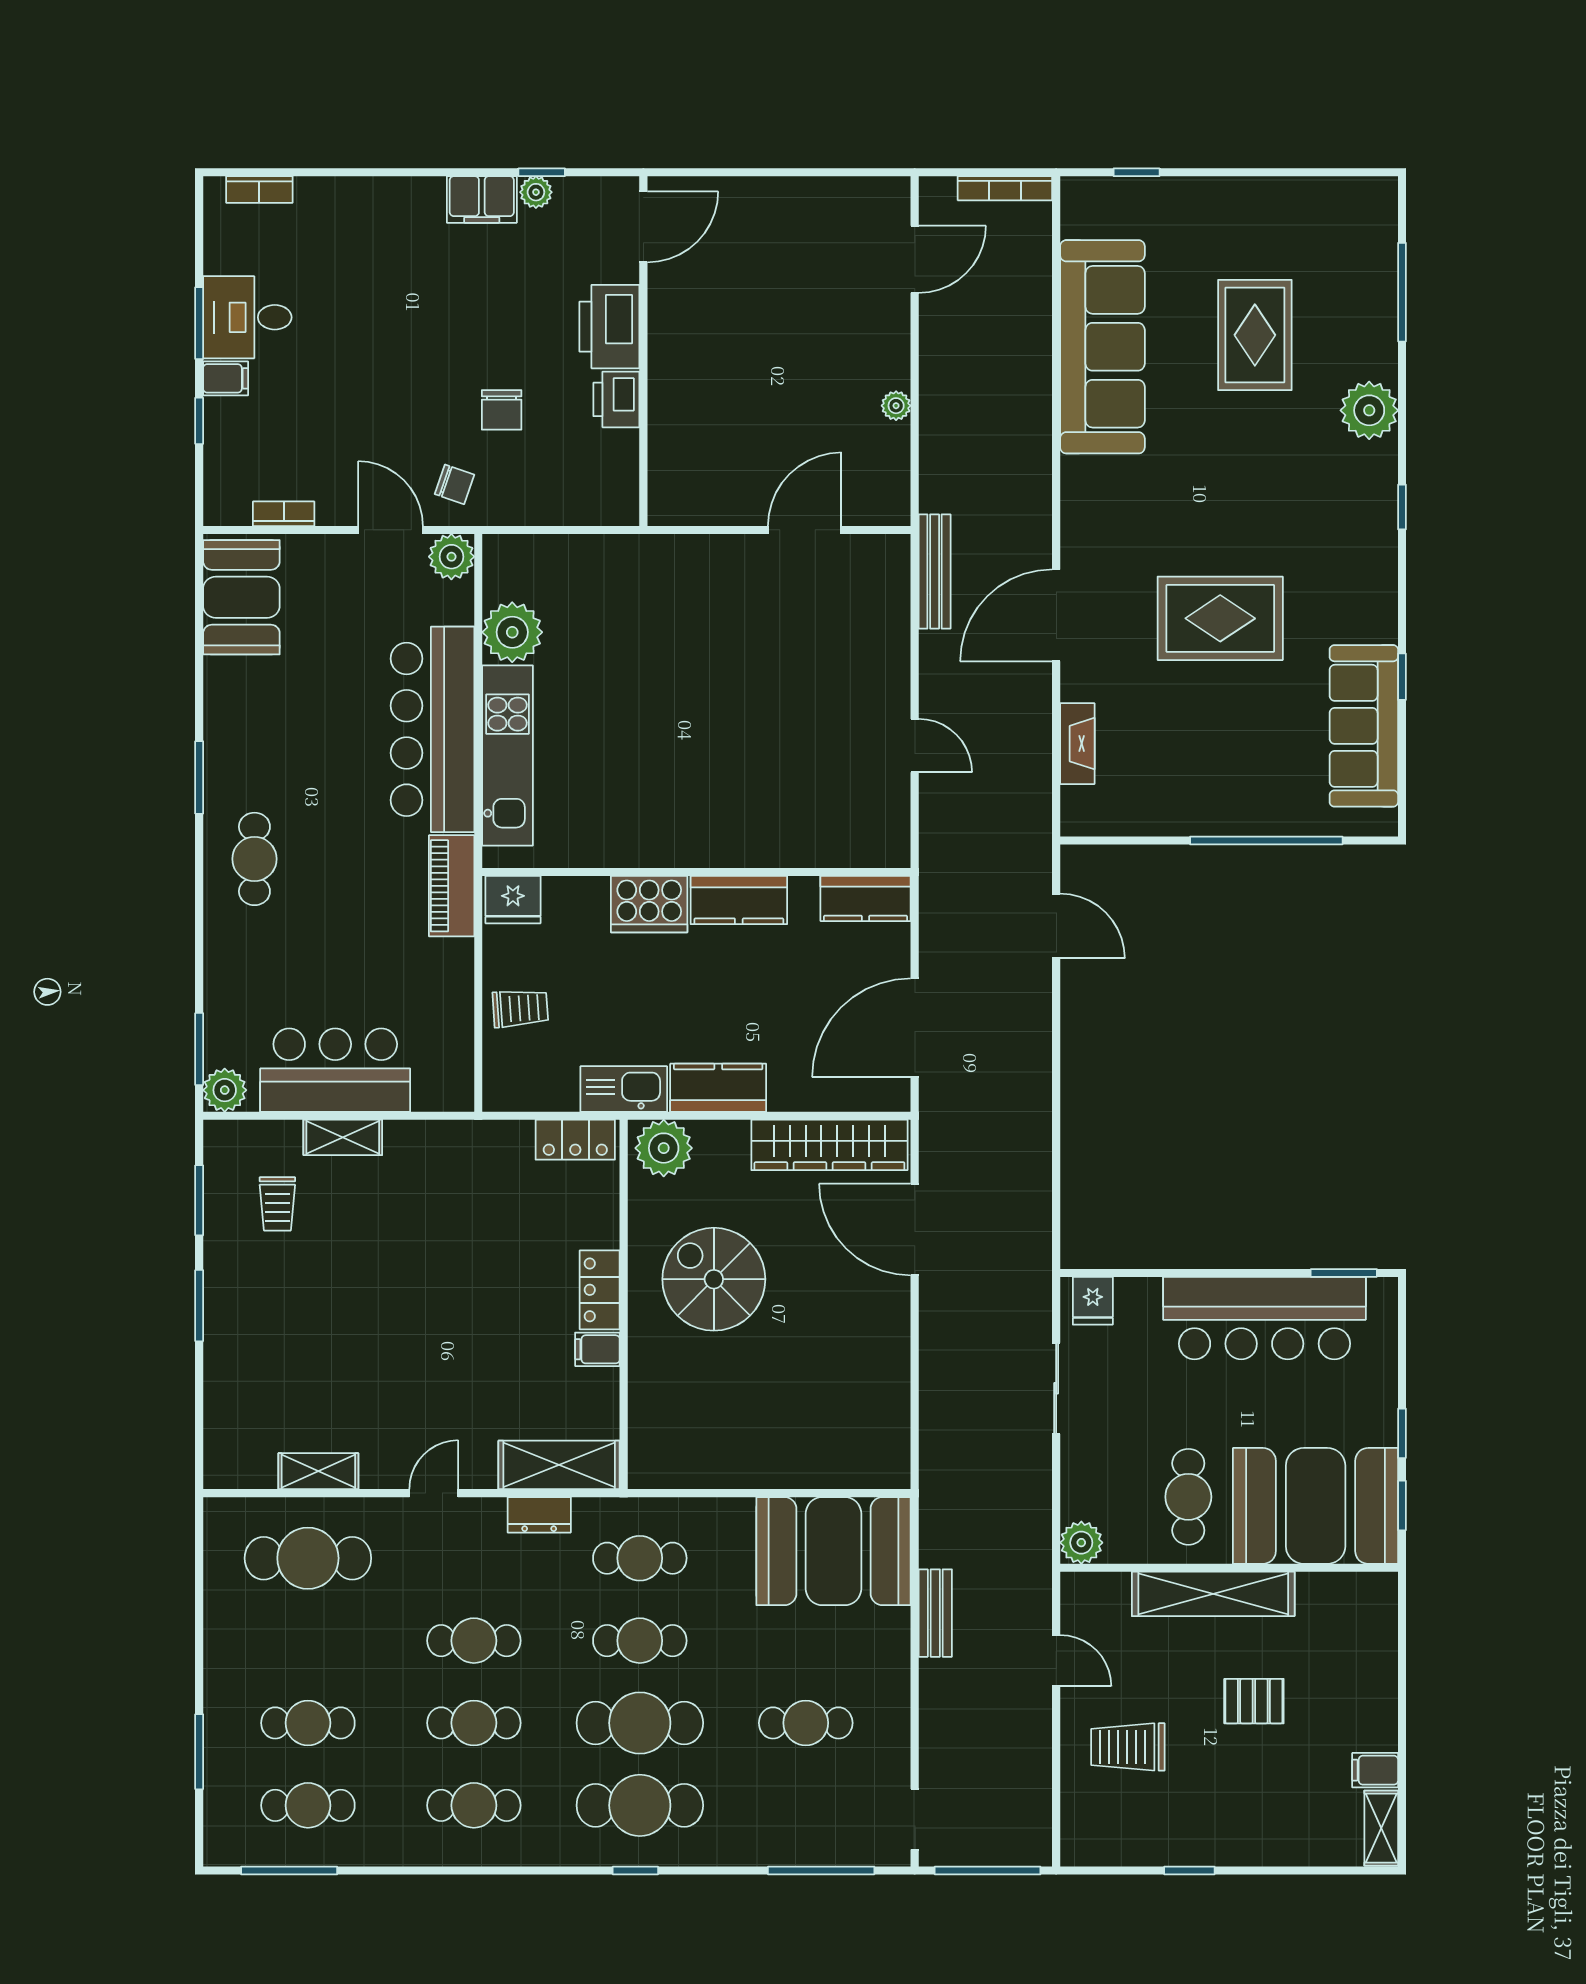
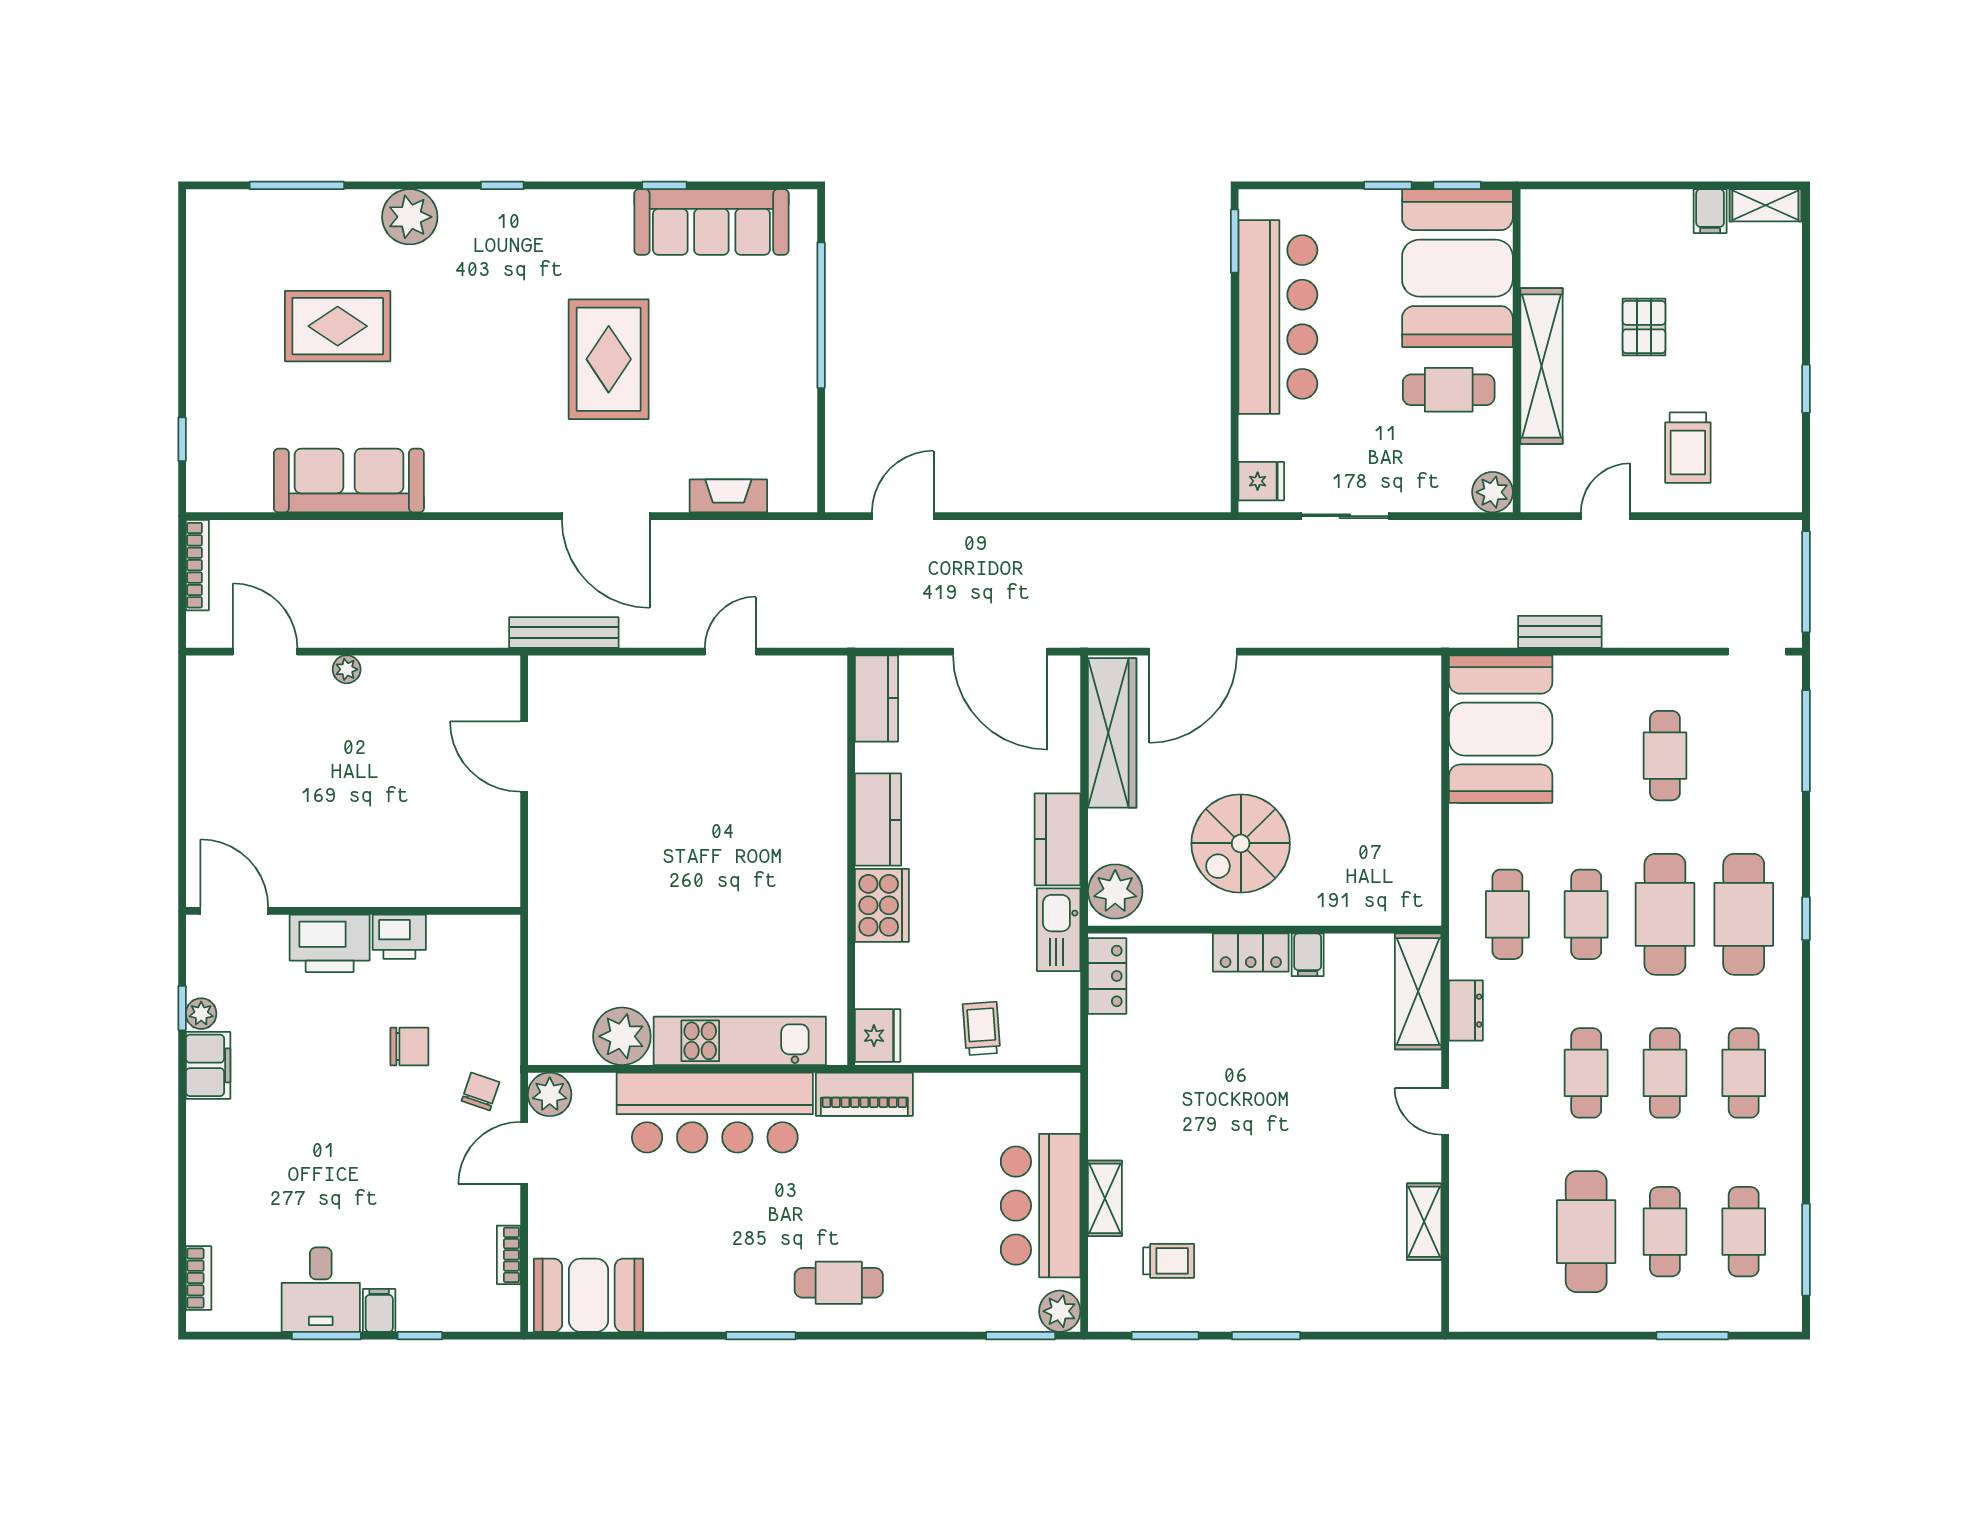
sofa: (1102, 347) -> (349, 481), width x0.74, depth x0.79
plant: (896, 406) -> (347, 669), moved
cafe table: (308, 1558) -> (1586, 1232), moved

